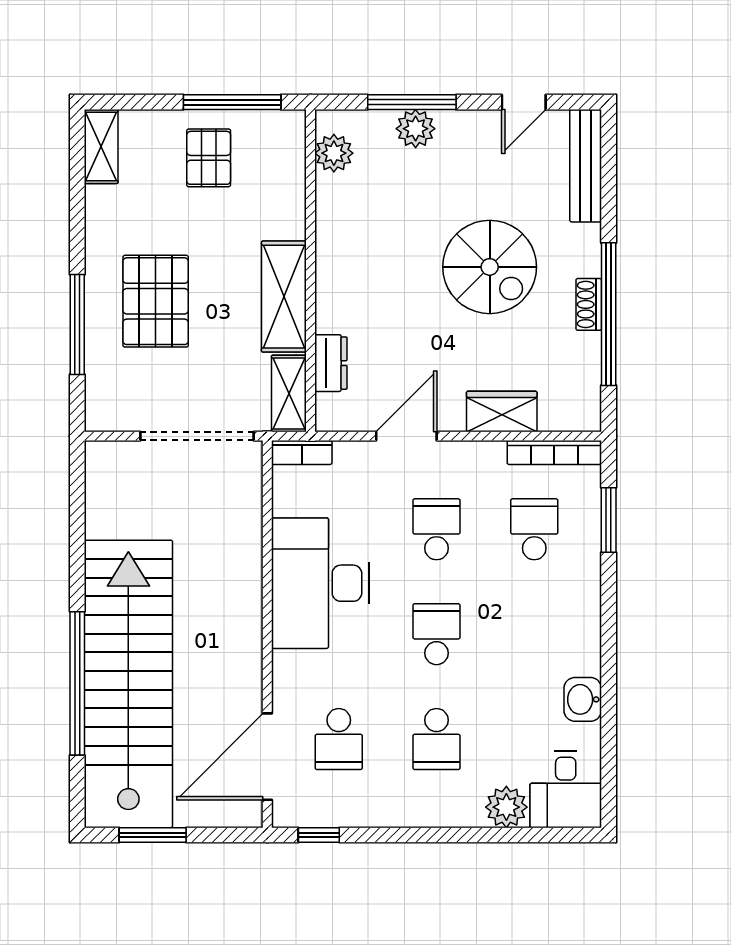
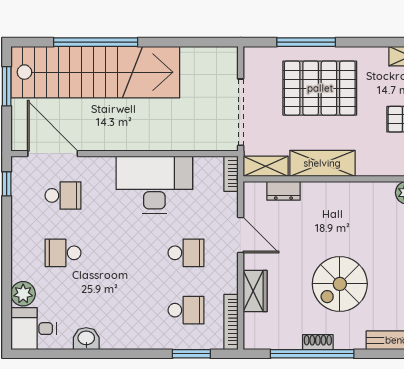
pallet: (156, 301) -> (320, 88), width x1.37, depth x1.41
school desk: (436, 634) -> (124, 253), removed
school desk: (339, 739) -> (63, 195), turned 180

